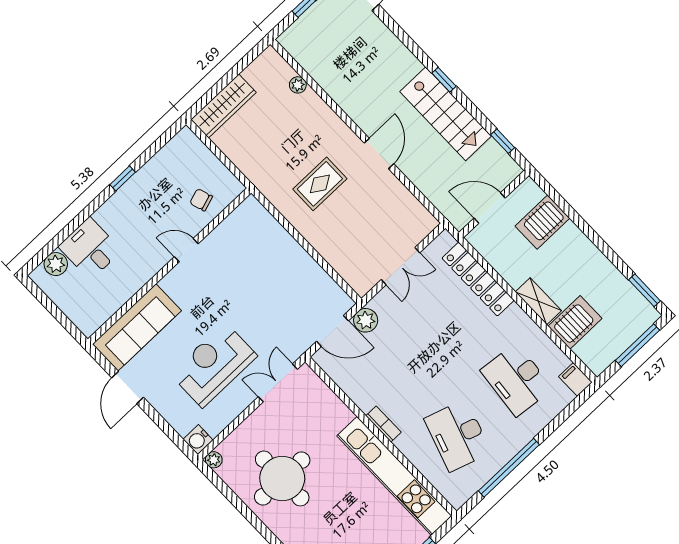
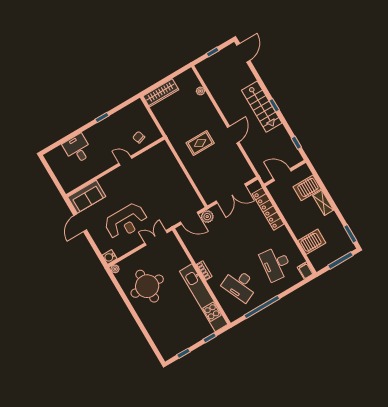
stairs: (446, 114) -> (262, 107), moved
plant: (56, 264) -> (59, 153), removed
double door: (401, 266) -> (231, 194), width x1.37
shelving: (538, 301) -> (323, 203), moved
sofa: (137, 327) -> (87, 197), width x0.73
reception desk: (214, 365) -> (126, 221), turned 180
desk: (458, 436) -> (240, 285), turned -42

